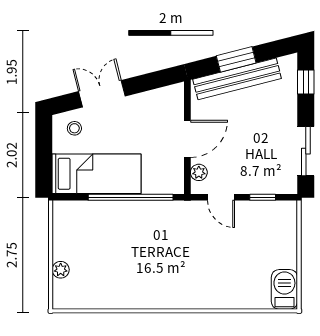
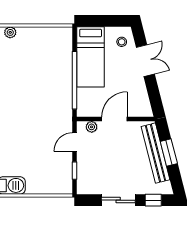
door: (187, 139) -> (114, 119), swing flipped
sliding door: (306, 151) -> (118, 200), moved
plant: (61, 270) -> (10, 32), moved

